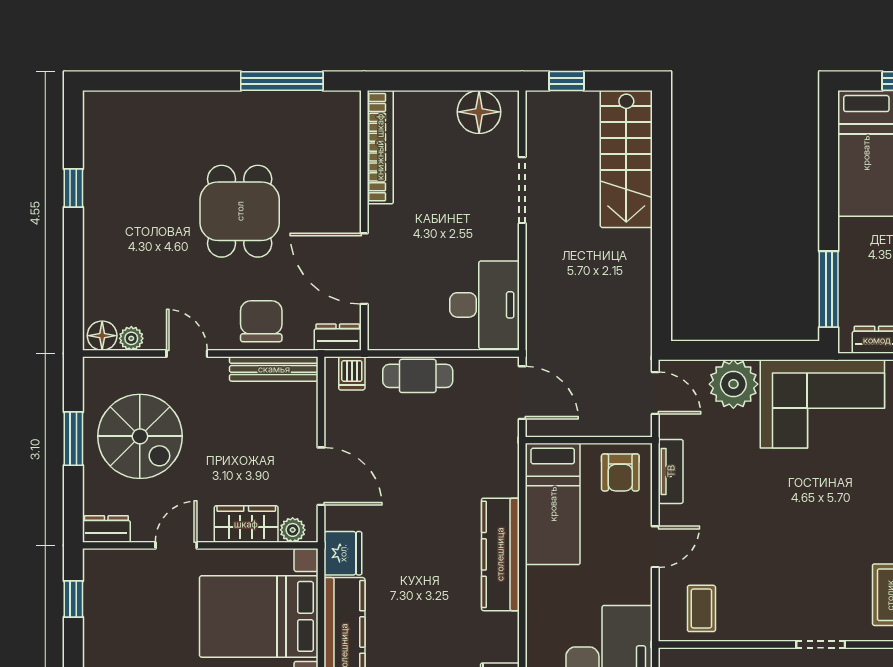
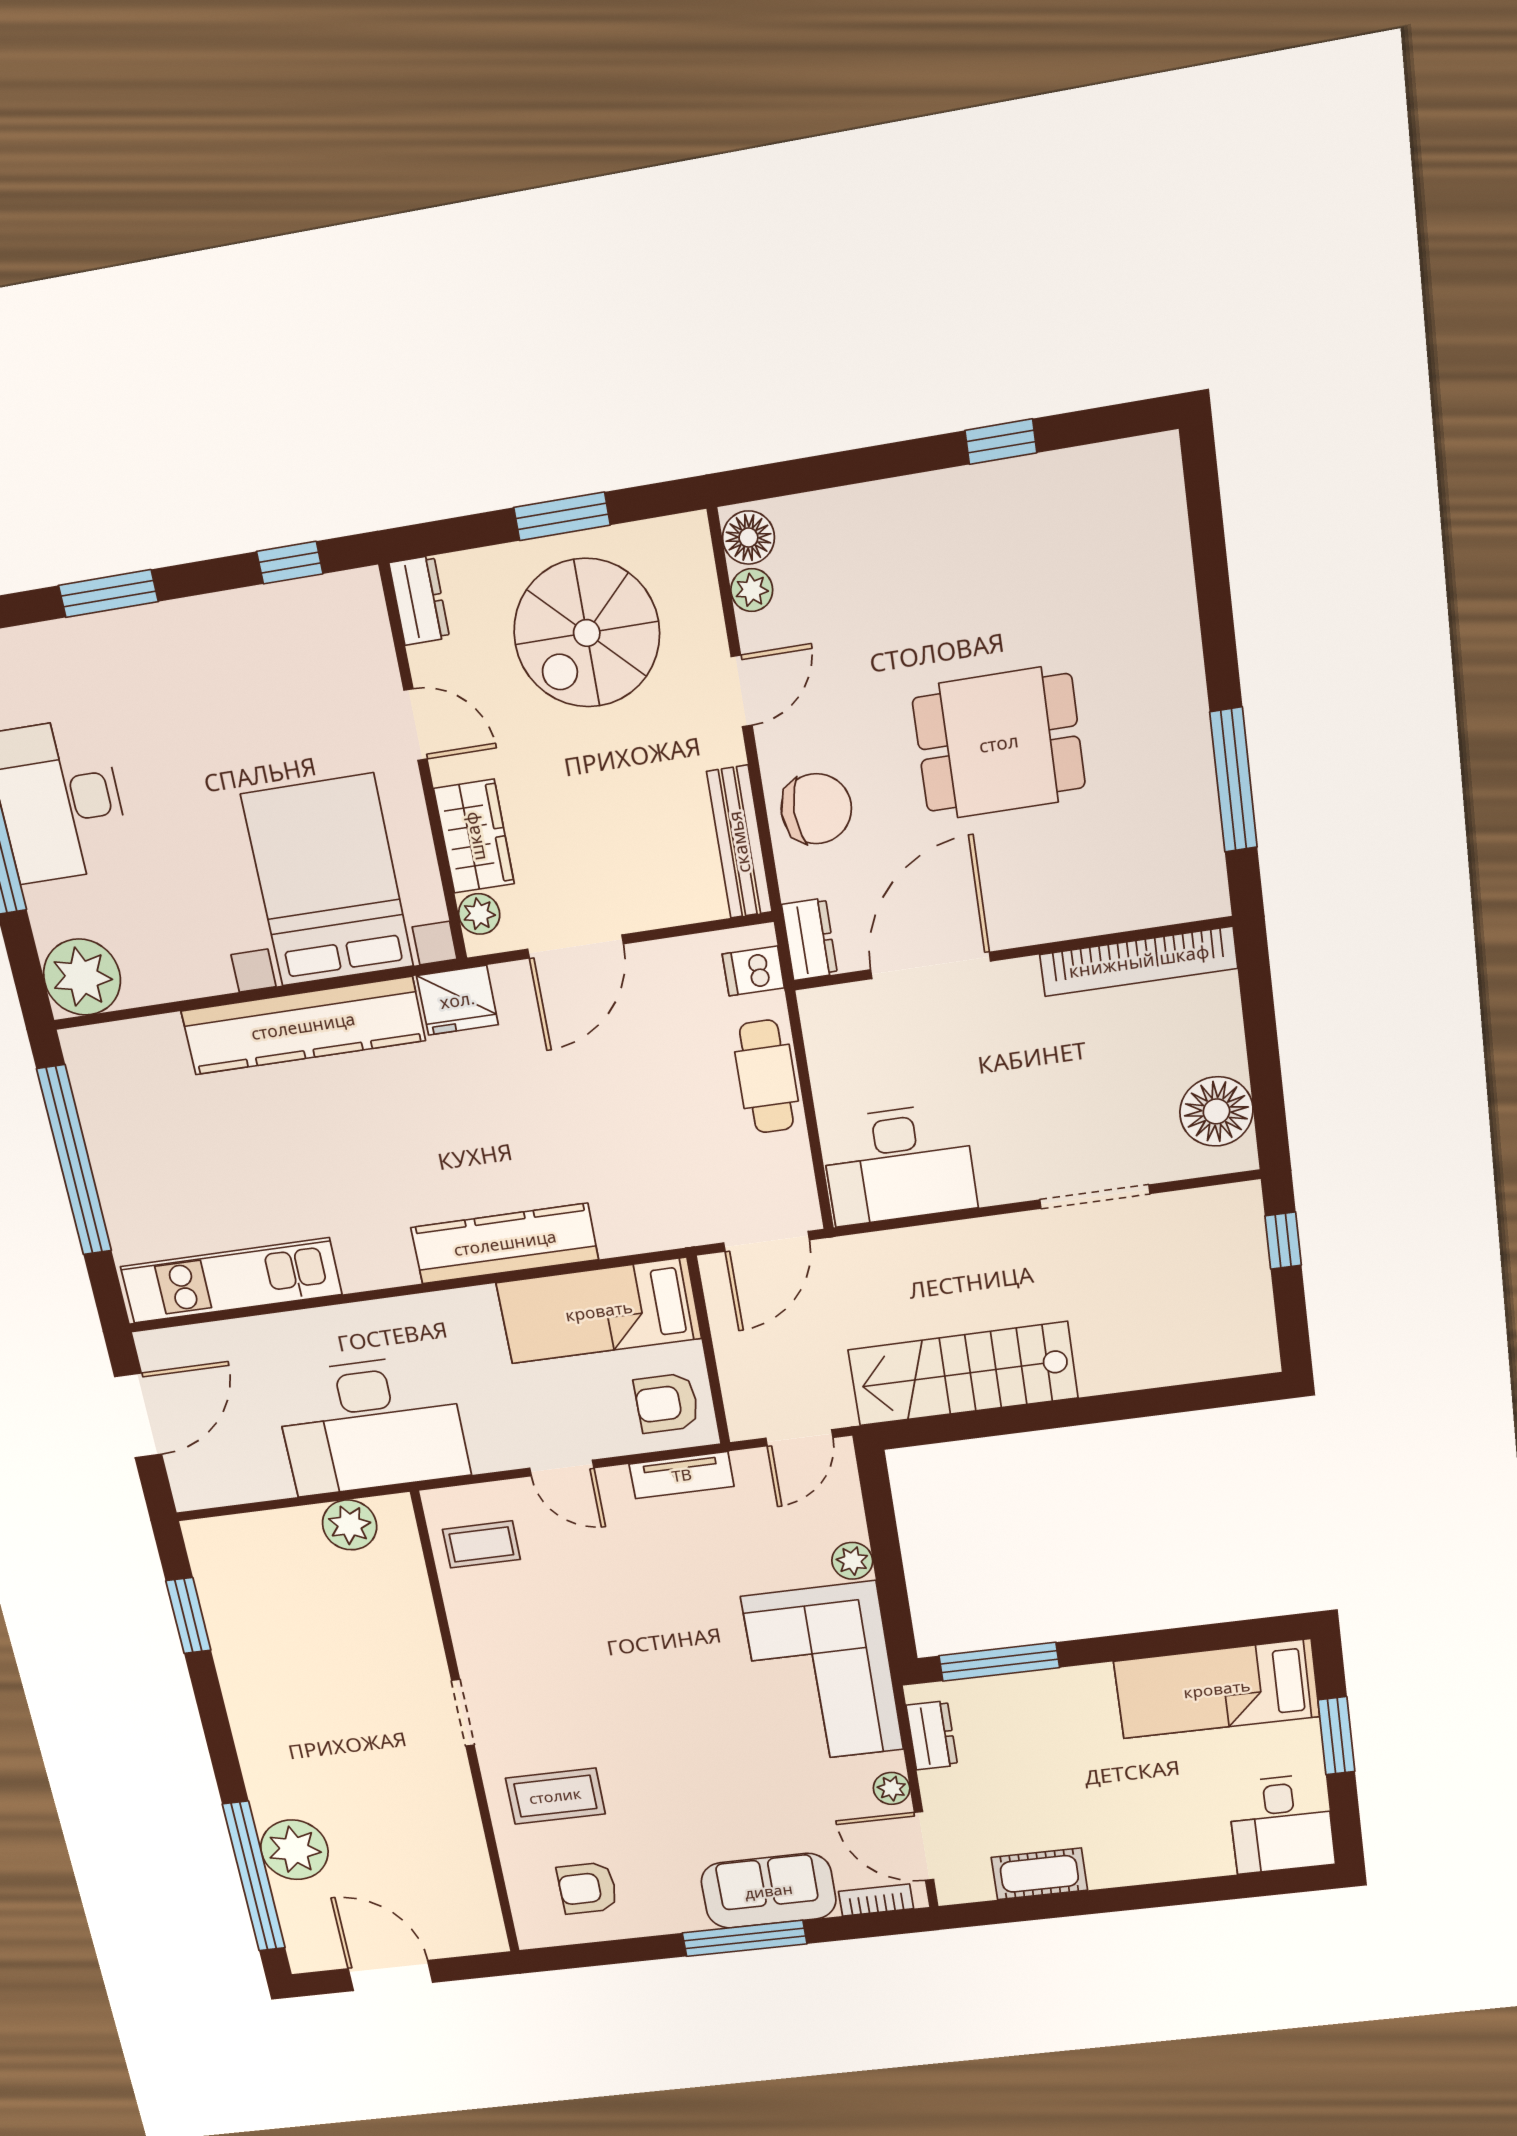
stairs: (626, 159) -> (963, 1374), moved
plant: (733, 384) -> (852, 1561), width x0.53, depth x0.53

